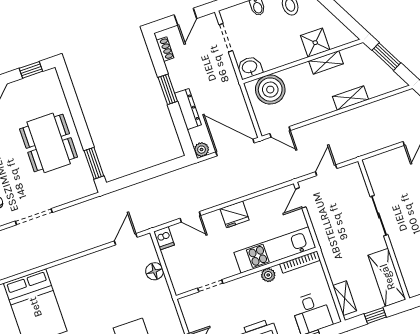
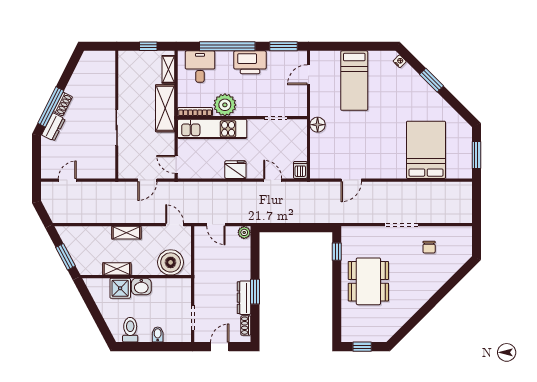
washbasin: (250, 67) -> (141, 287), moved
shelving: (351, 98) -> (126, 233), moved
dresser: (188, 109) -> (244, 298), moved
door: (235, 147) -> (216, 225), width x0.53
window: (94, 163) -> (337, 252), width x0.67
door: (301, 198) -> (176, 164), swing flipped
door: (126, 239) -> (351, 180), moved
floor lamp: (154, 271) -> (318, 125), moved
plant: (268, 275) -> (225, 105), width x1.87, depth x1.87
shelving: (387, 277) -> (165, 108), moved

